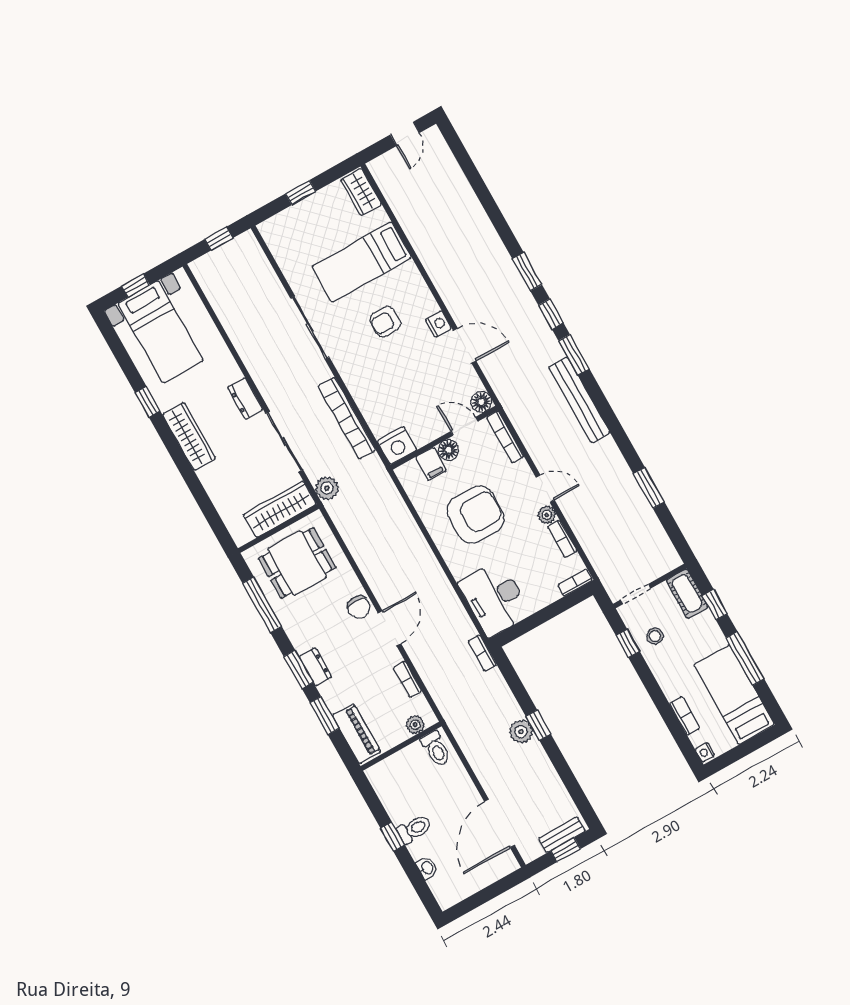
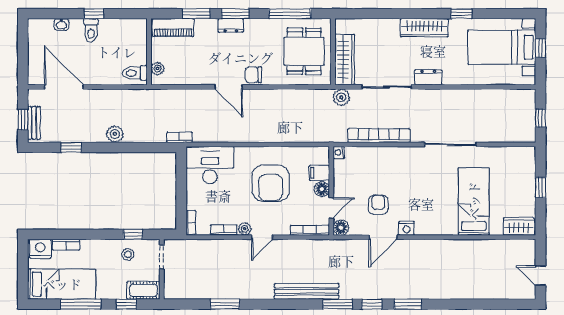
armchair: (385, 322) -> (378, 205), moved
nightstand: (397, 445) -> (339, 152), width x0.53, depth x0.56
bookcase: (407, 679) -> (190, 80), removed
window: (538, 725) -> (71, 147), moved
nightstand: (705, 752) -> (40, 249), width x1.89, depth x1.79

